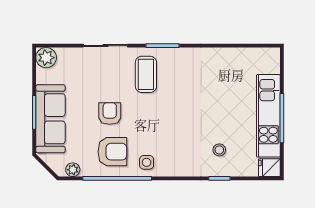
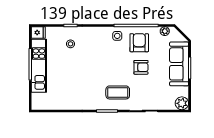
coffee table: (146, 74) -> (118, 92), turned 90
armchair: (110, 113) -> (141, 67), turned -90
armchair: (112, 152) -> (139, 43), turned 90

